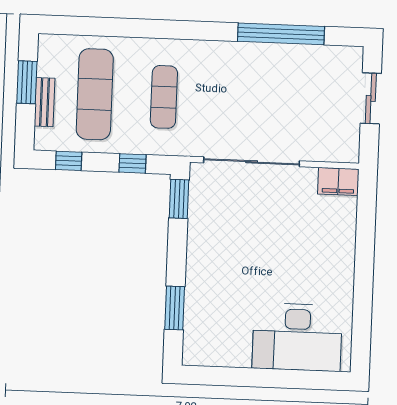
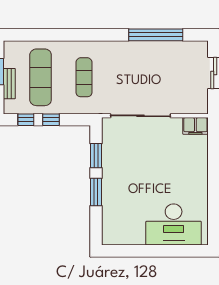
window: (133, 163) -> (51, 120), moved
window: (179, 199) -> (96, 156), moved
window: (175, 308) -> (96, 192), moved

